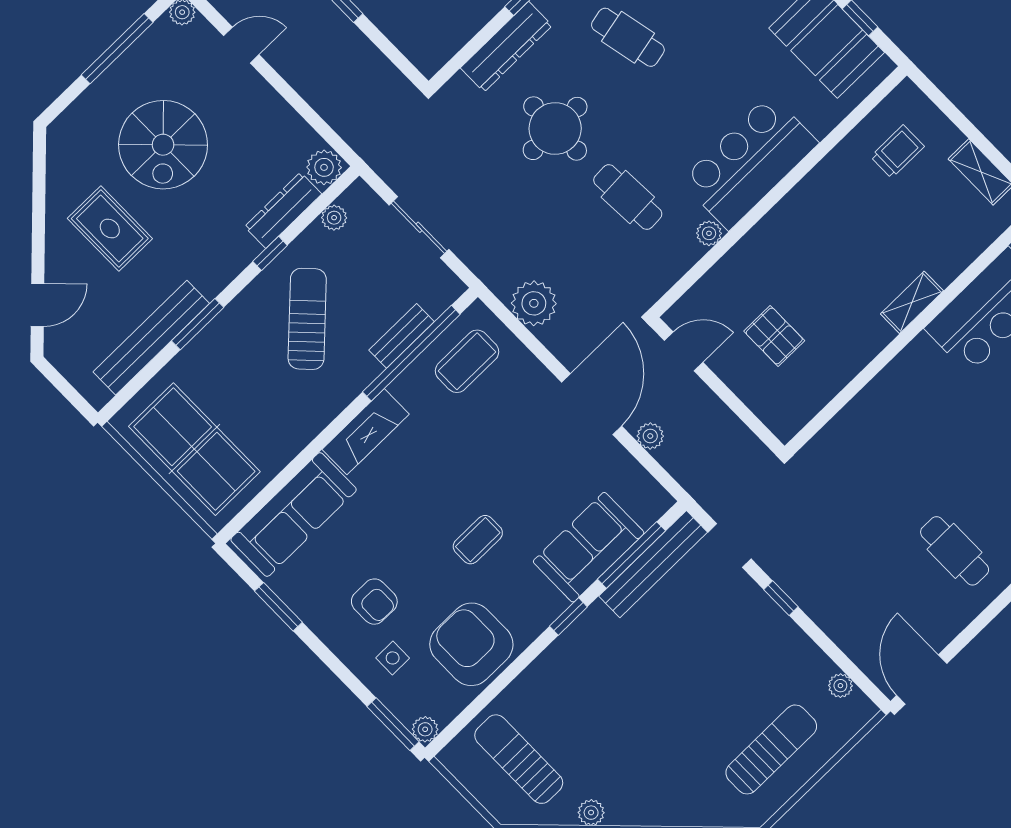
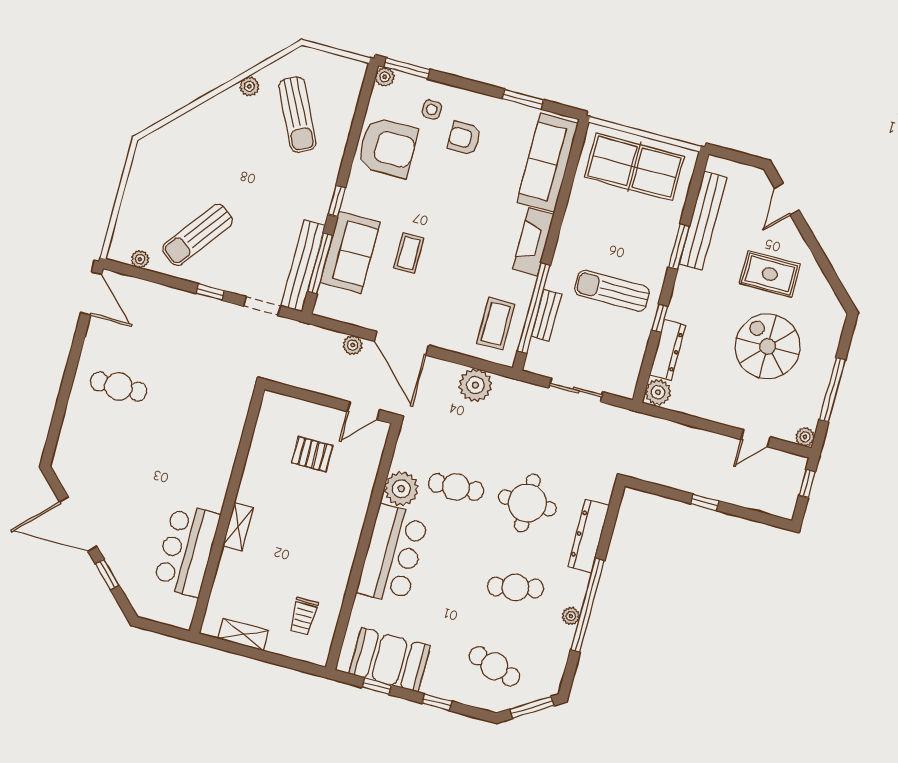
plant: (334, 218) -> (633, 364), removed
plant: (709, 233) -> (401, 489), width x1.88, depth x1.88
sun lounger: (307, 319) -> (612, 291), turned 134
coffee table: (478, 540) -> (409, 253), moved
sun lounger: (771, 749) -> (198, 235), moved, turned 37
sun lounger: (519, 759) -> (297, 115), moved, turned 64

